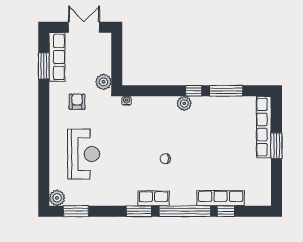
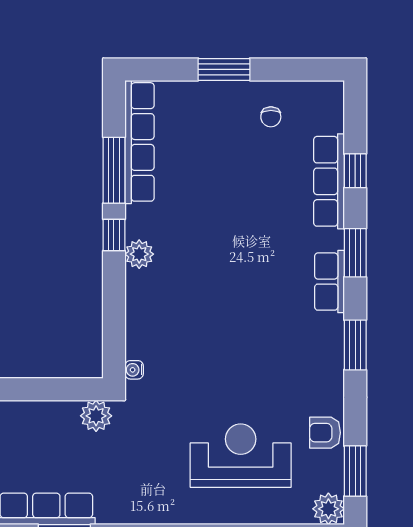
armchair: (77, 102) -> (325, 433), moved
row of seats: (264, 127) -> (139, 142), moved, turned -90
chair: (165, 159) -> (271, 117), moved
row of seats: (154, 198) -> (329, 282), moved
window: (185, 211) -> (355, 253), width x0.47

